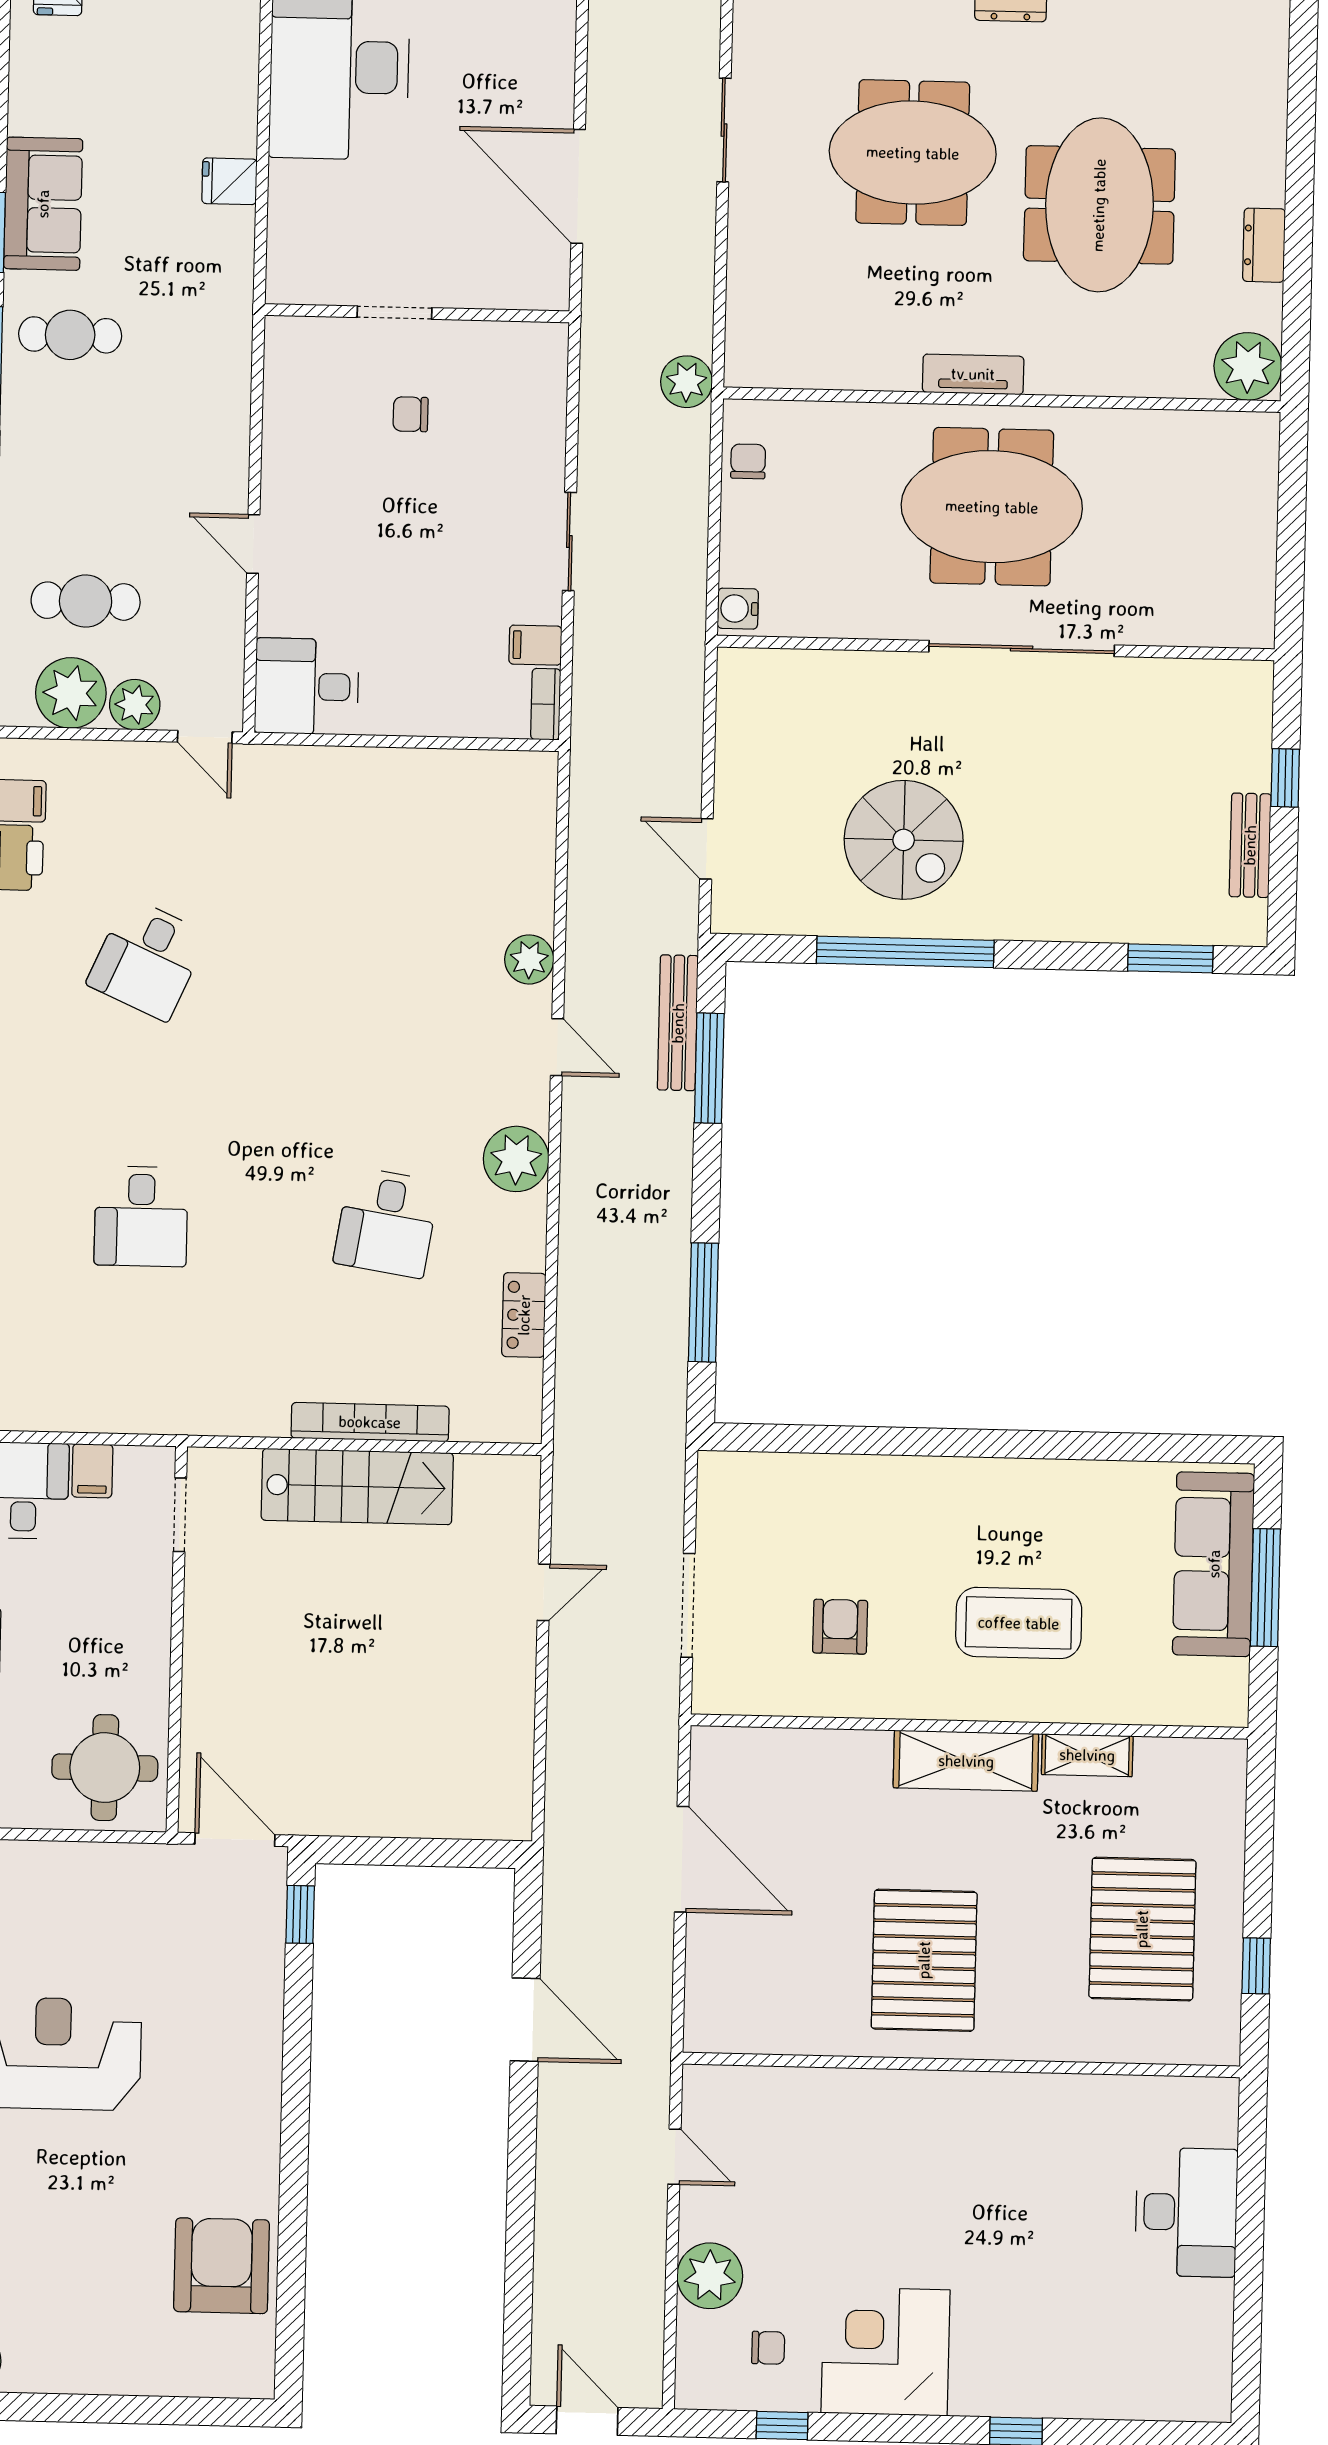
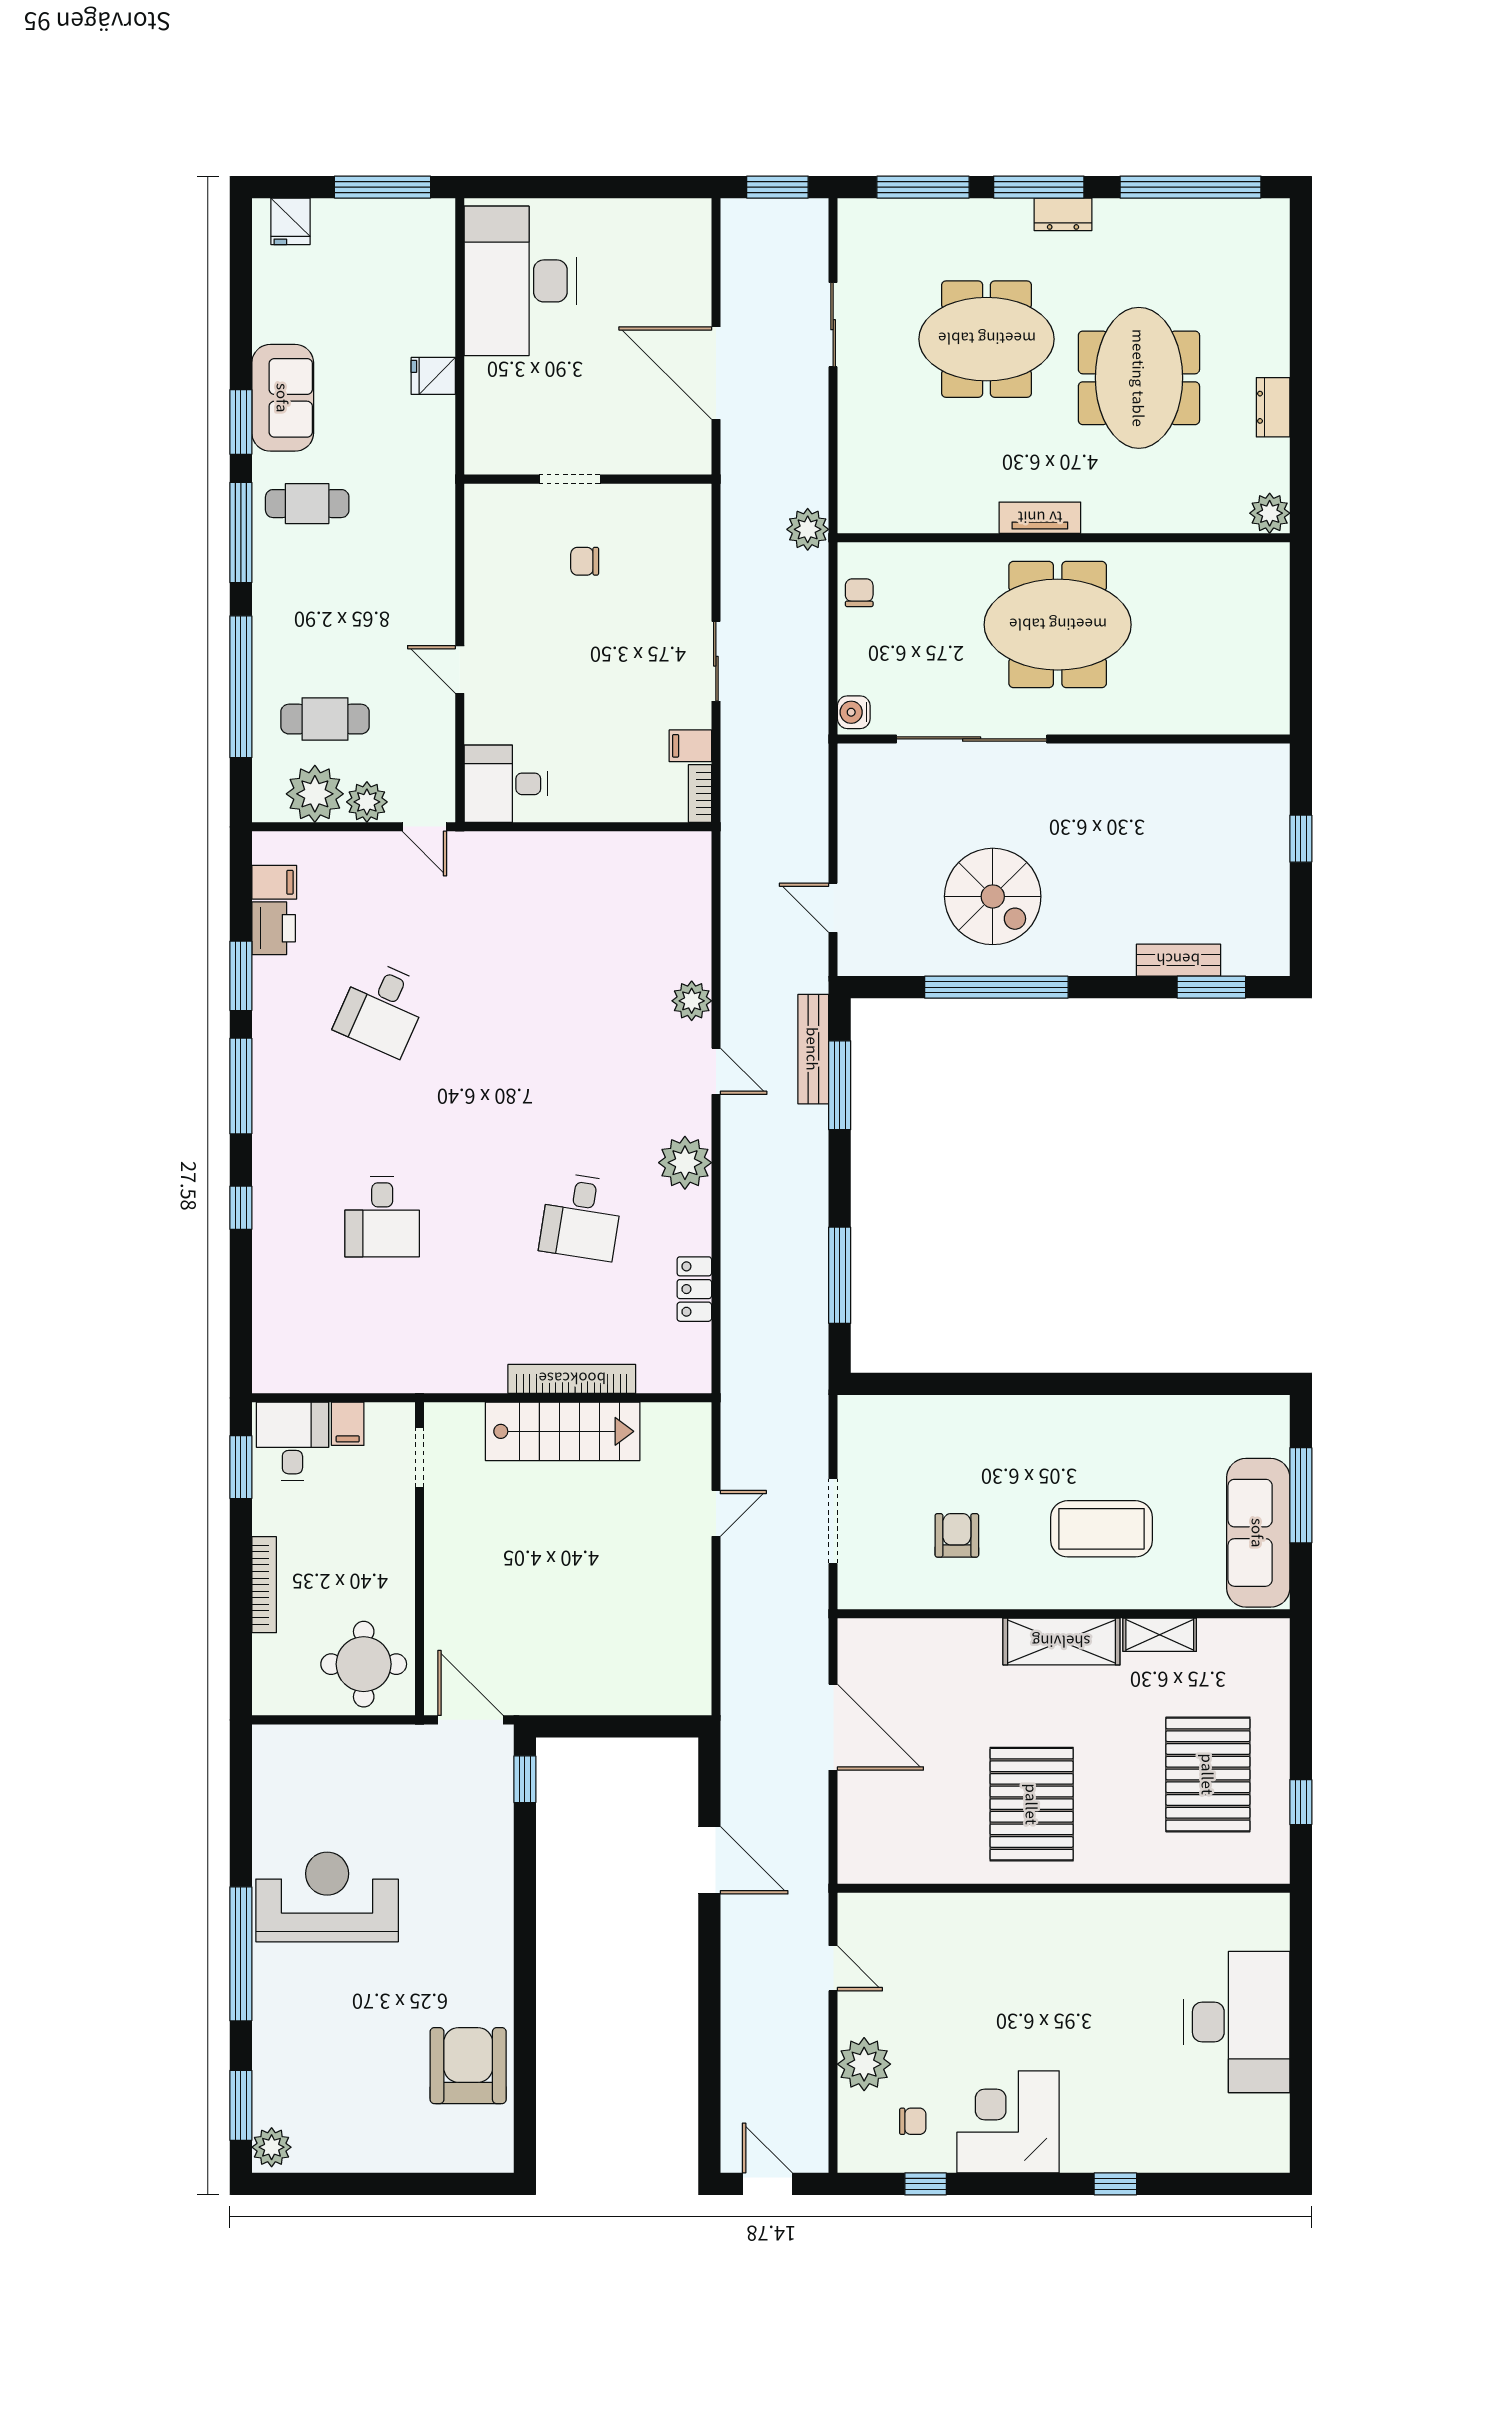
plant: (1248, 366) -> (1270, 513), width x0.73, depth x0.73
sliding door: (1022, 649) -> (972, 739), moved
bench: (1250, 845) -> (1178, 960), moved, turned 90
sofa: (1214, 1564) -> (1258, 1533), moved
desk: (1186, 2212) -> (1237, 2022), width x1.36, depth x1.30

